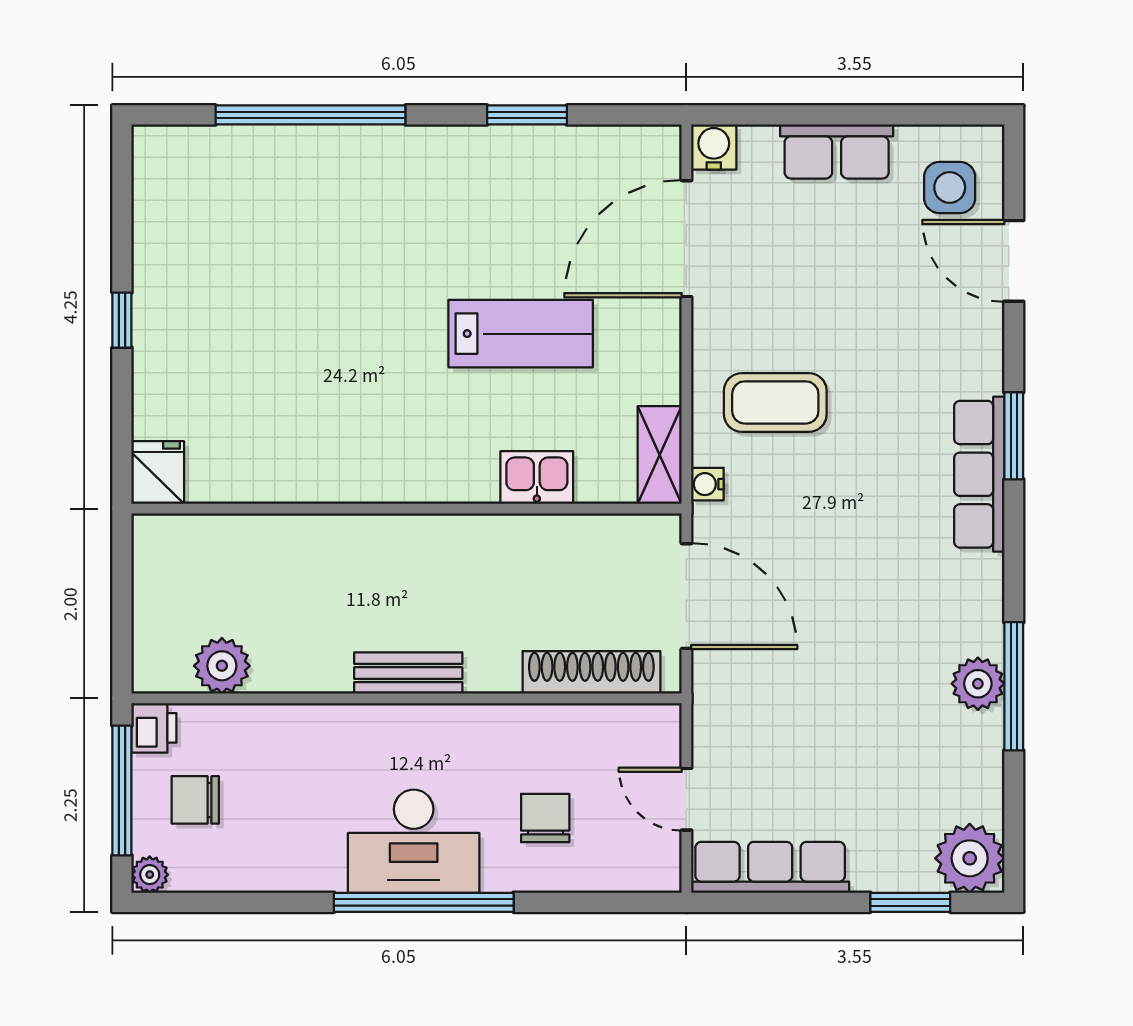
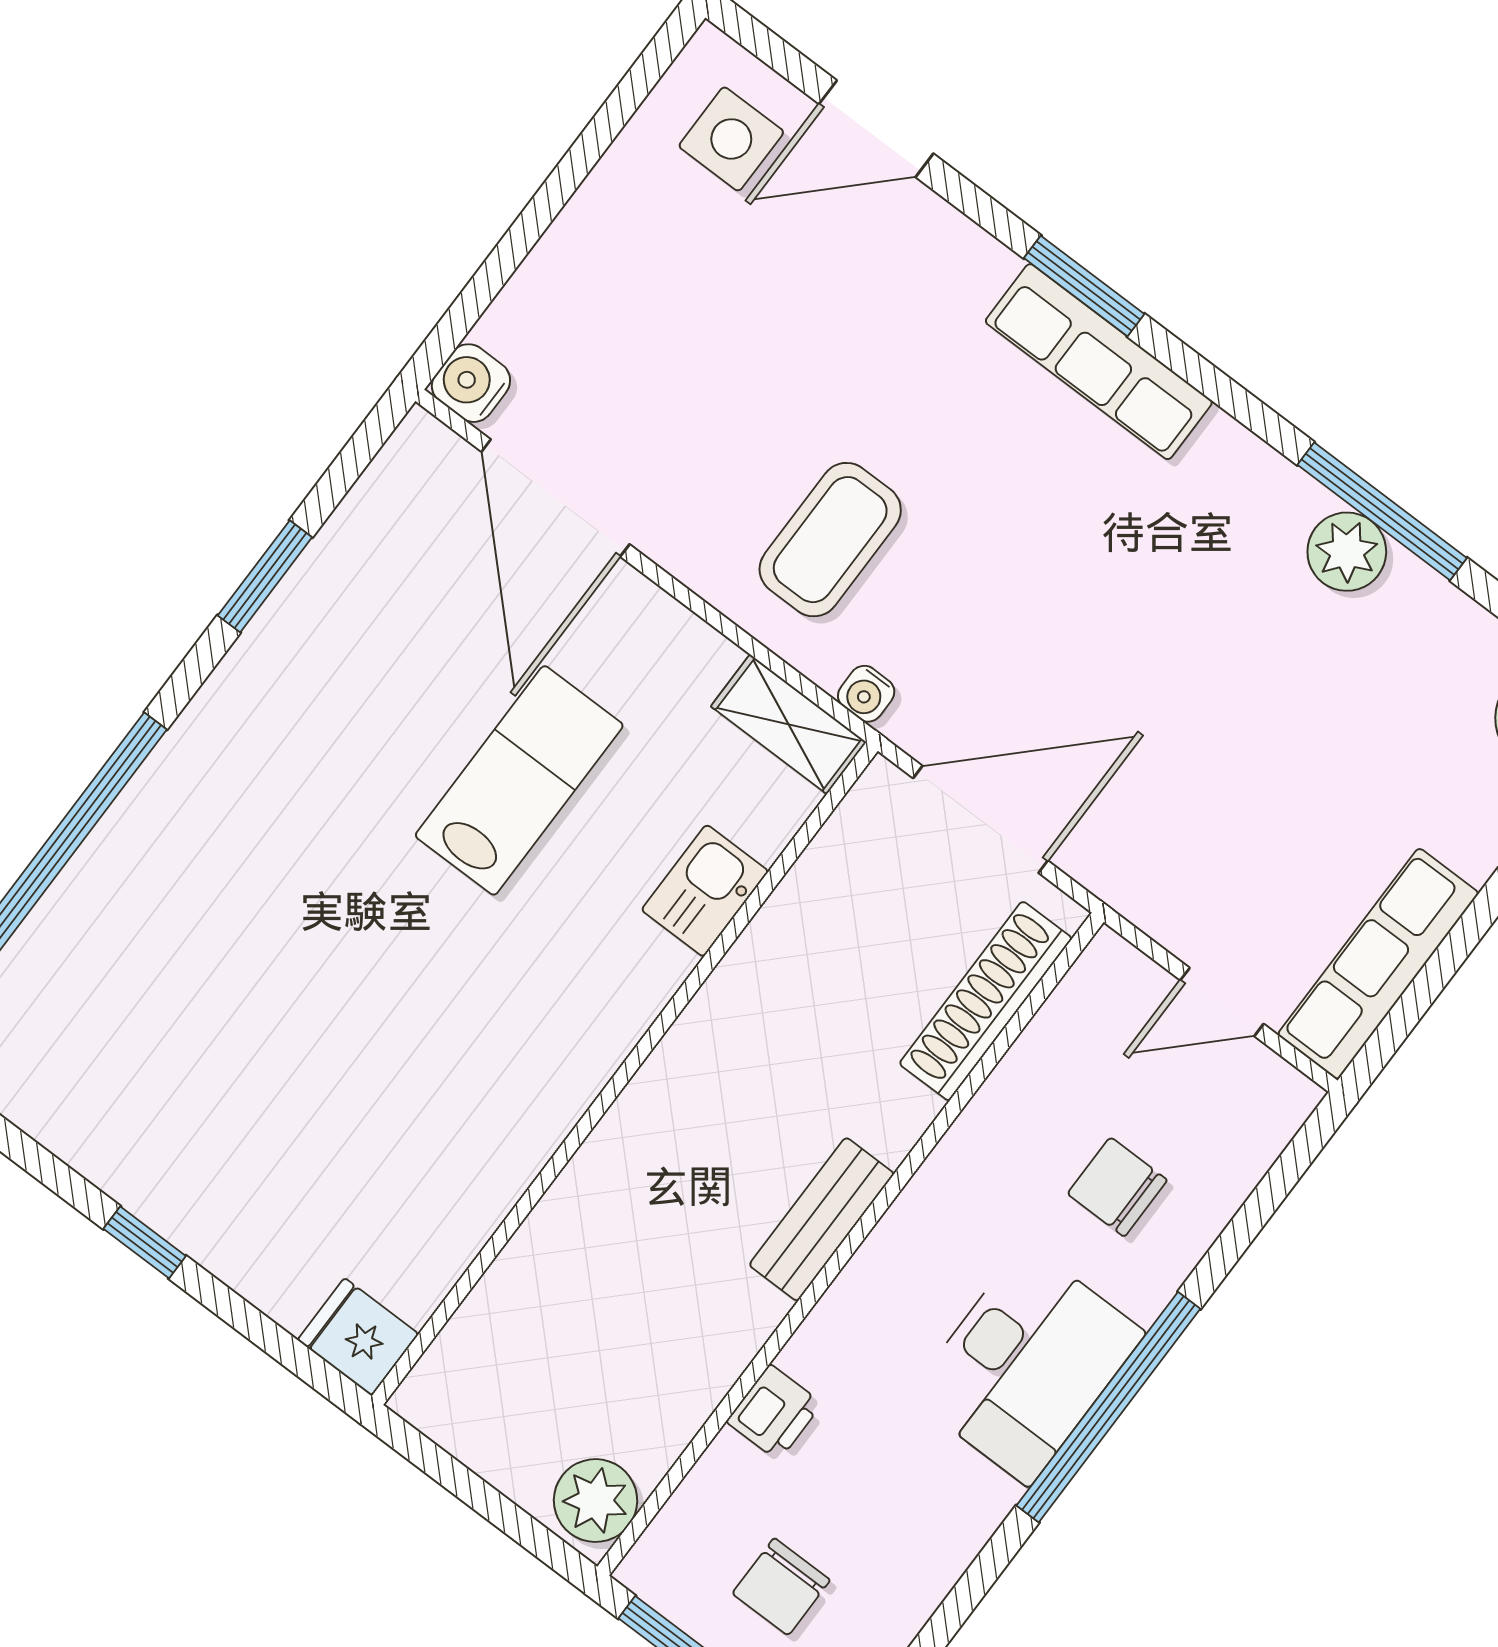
row of seats: (837, 151) -> (587, 241), removed
plant: (222, 666) -> (596, 1501), moved
printer: (154, 728) -> (774, 1412), moved, turned 90

